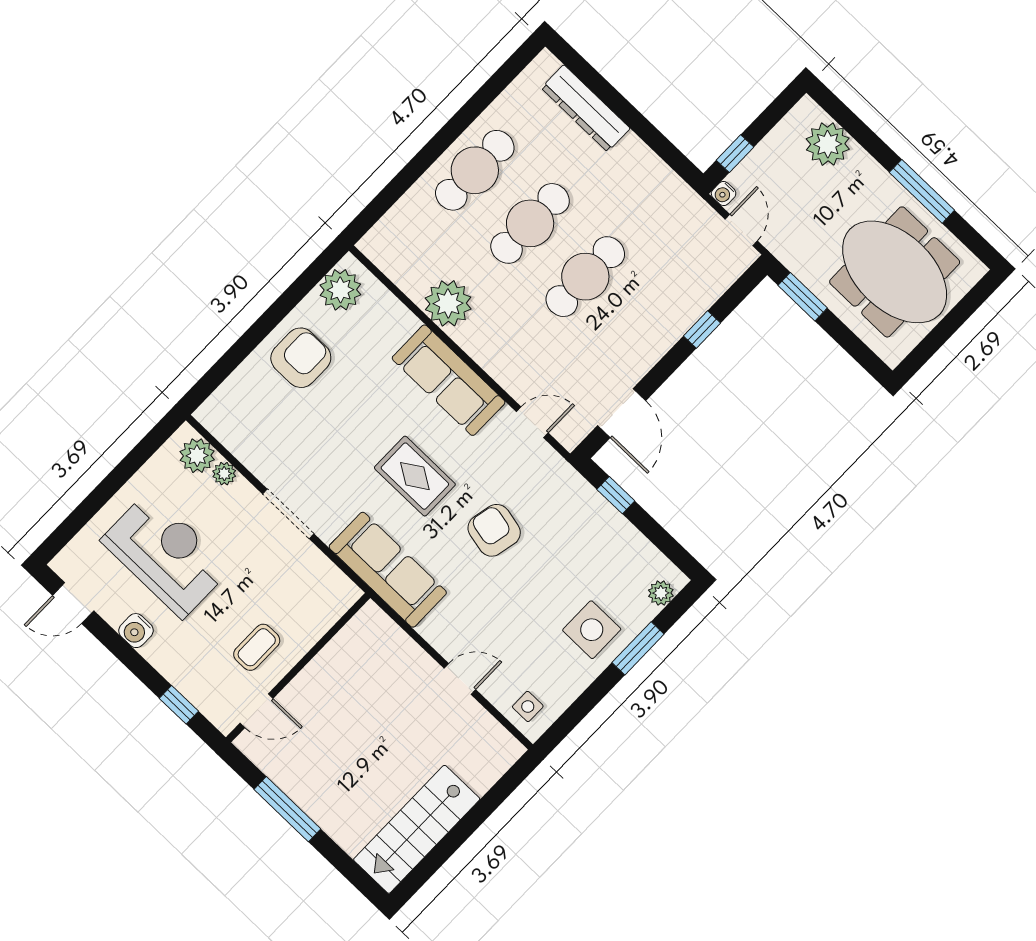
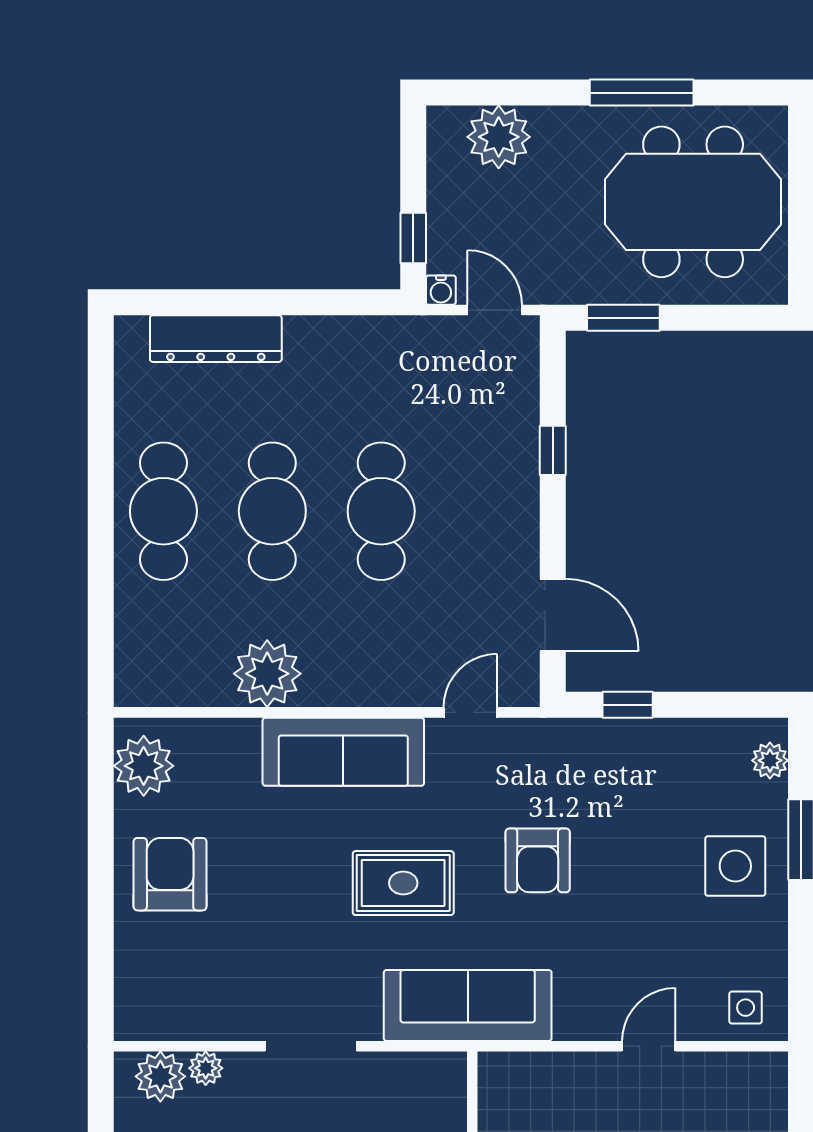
armchair: (494, 530) -> (538, 860), turned -102

